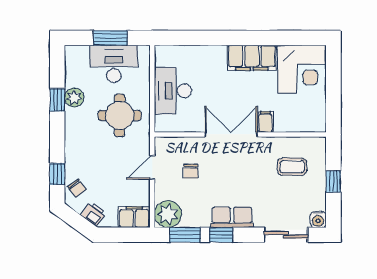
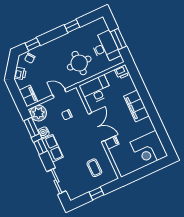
printer: (164, 55) -> (122, 72), added
filing cabinet: (252, 58) -> (136, 106), moved
desk: (173, 91) -> (96, 90), moved
plant: (74, 97) -> (78, 34), removed
water cooler: (318, 220) -> (44, 132), moved

